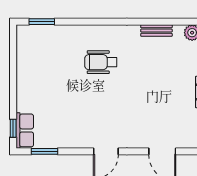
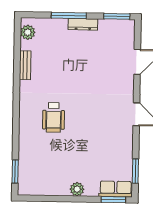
plant: (24, 89) -> (77, 189), added
window: (13, 128) -> (113, 200), width x1.50

